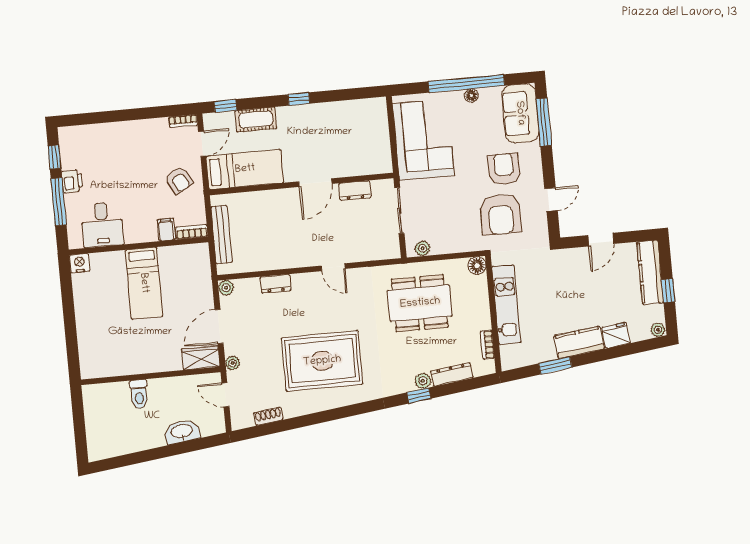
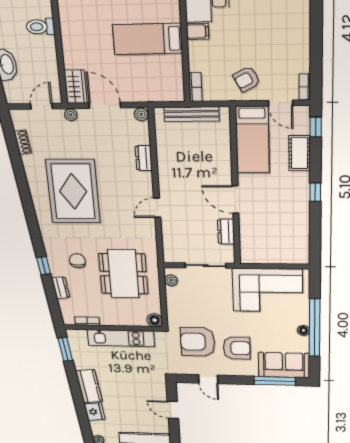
filing cabinet: (166, 230) -> (198, 31), moved
chair: (408, 356) -> (77, 261), added
window: (555, 365) -> (65, 349), moved
dresser: (452, 374) -> (61, 288), width x0.70
plant: (423, 381) -> (56, 270), removed

